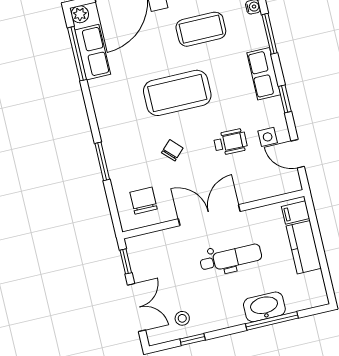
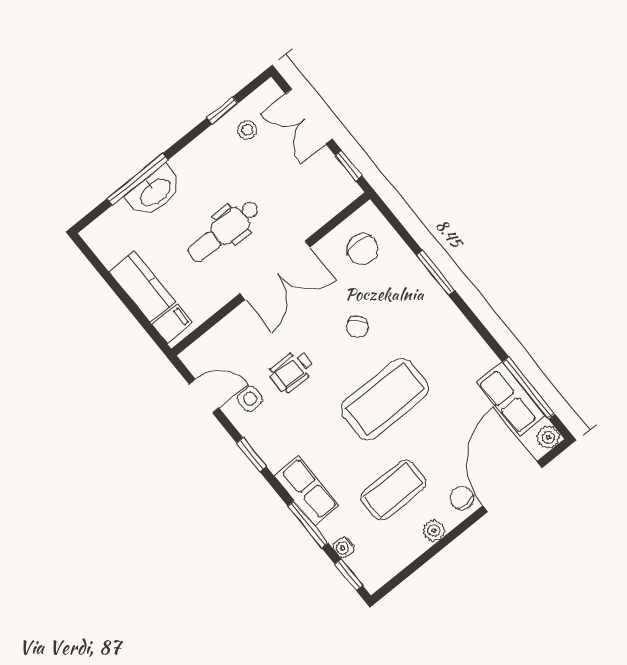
row of seats: (264, 74) -> (306, 491), moved

